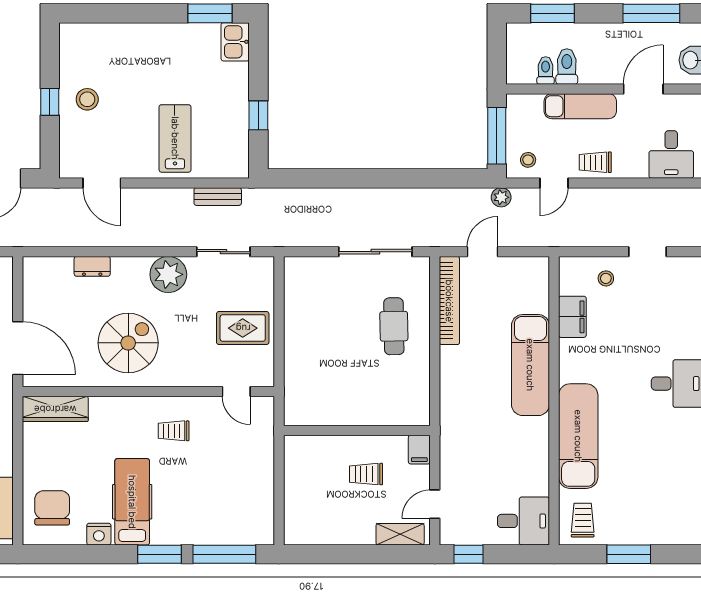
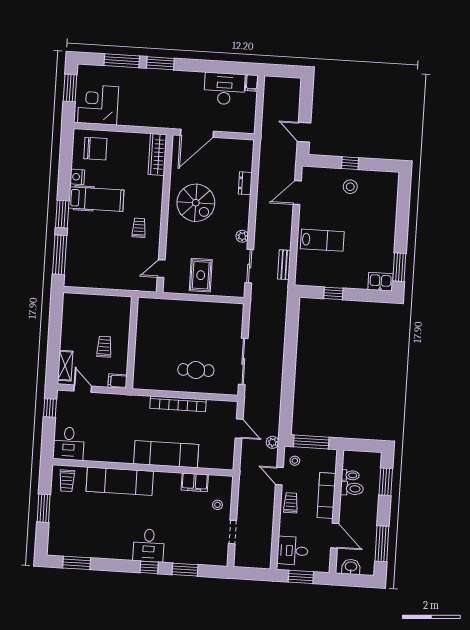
plant: (168, 274) -> (242, 236), width x0.53, depth x0.53
bookcase: (449, 301) -> (178, 404), moved
trolley: (583, 520) -> (67, 481), turned 90

